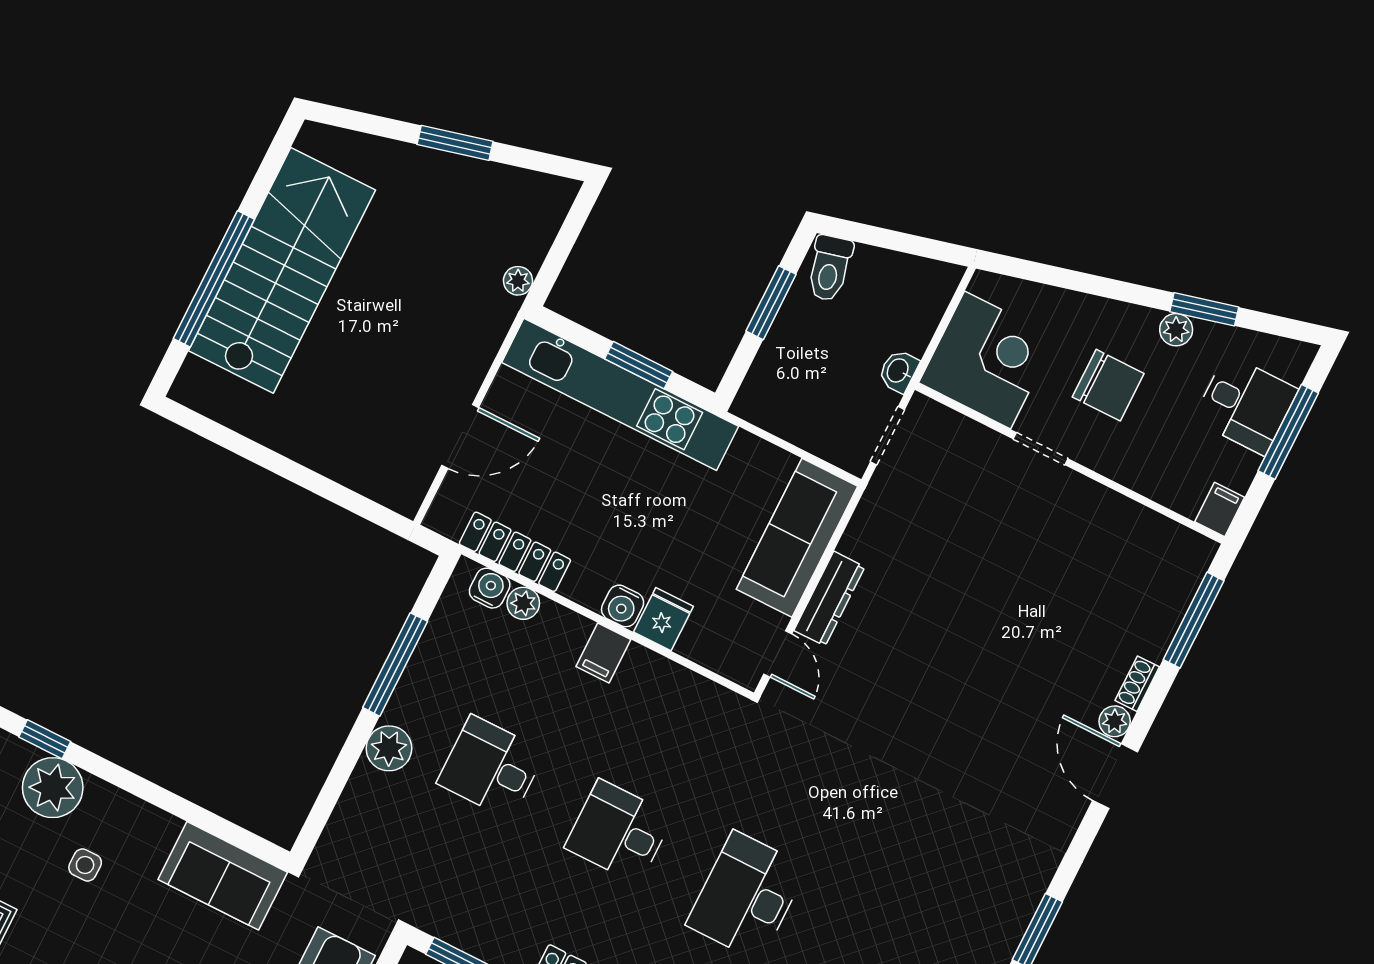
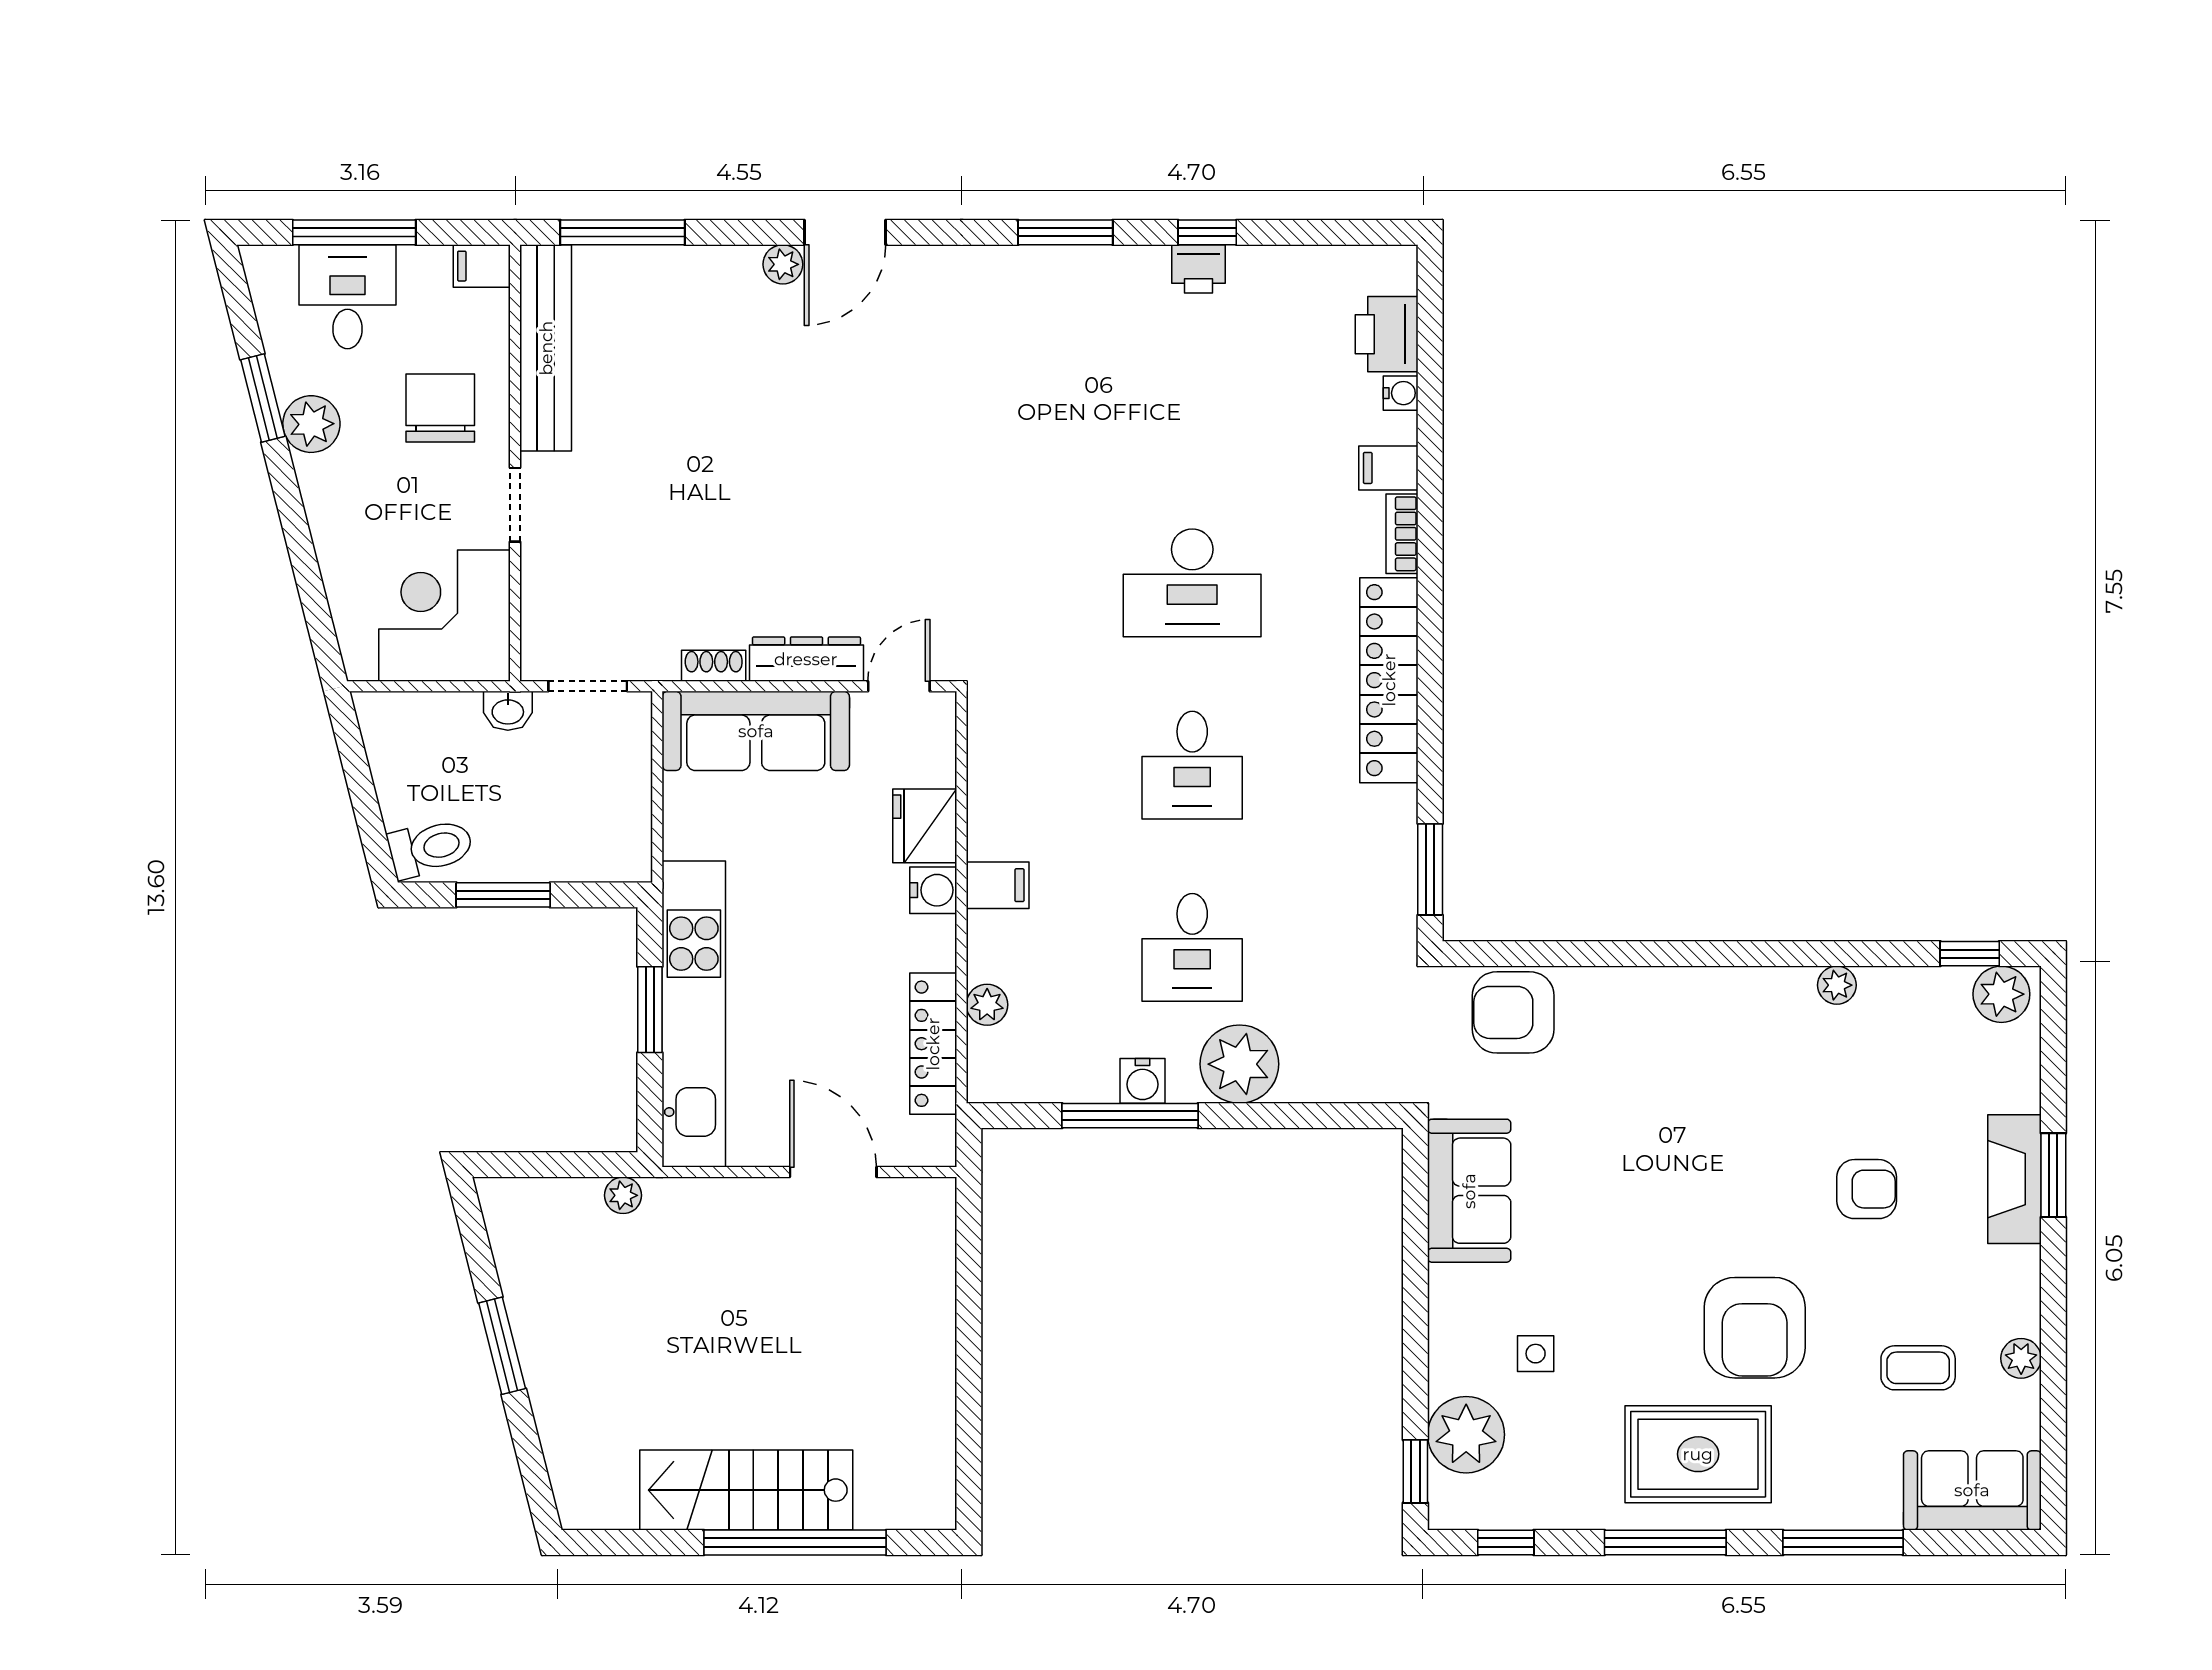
stairs: (282, 270) -> (746, 1490), width x0.73, depth x0.66
plant: (1176, 330) -> (311, 424), width x1.38, depth x1.38
chair: (1108, 385) -> (440, 408), moved
bench: (1140, 525) -> (546, 348), added
water cooler: (490, 588) -> (1142, 1081), moved, turned -90
fridge: (663, 619) -> (925, 826), width x1.38
shoe rack: (1137, 684) -> (714, 666), moved, turned 180
plant: (389, 748) -> (1239, 1064), width x1.36, depth x1.36

